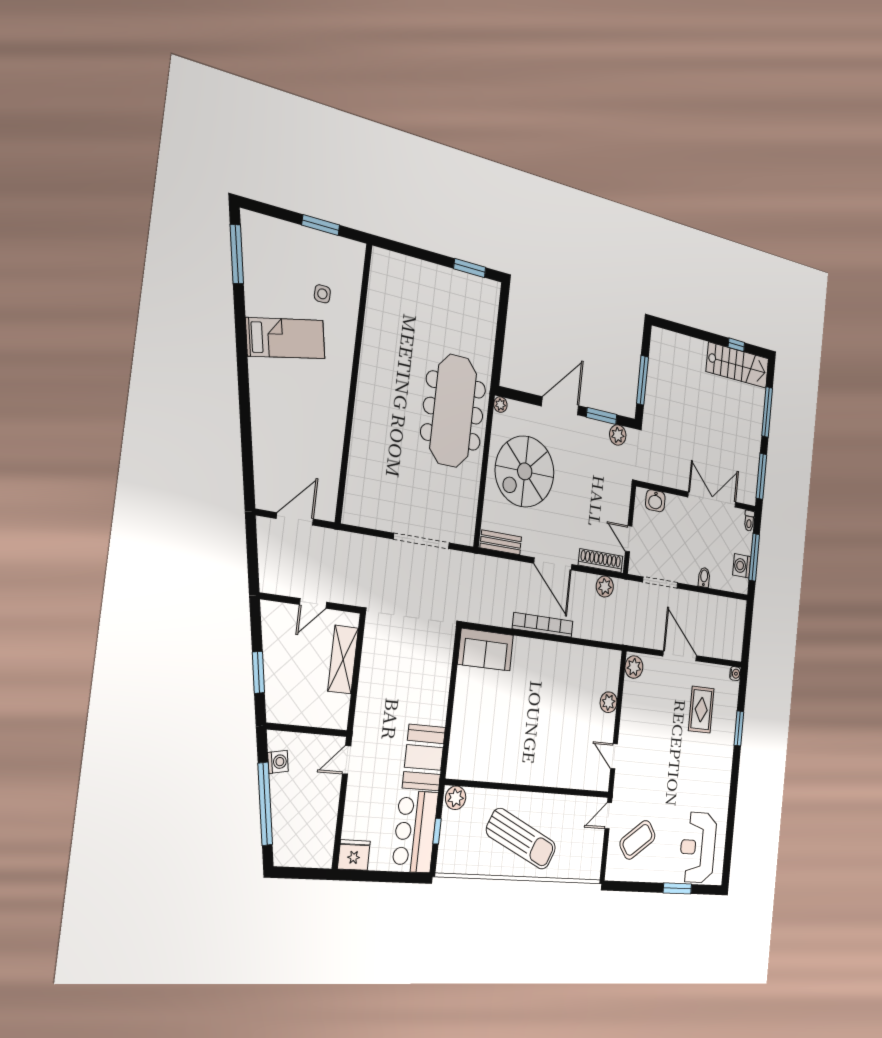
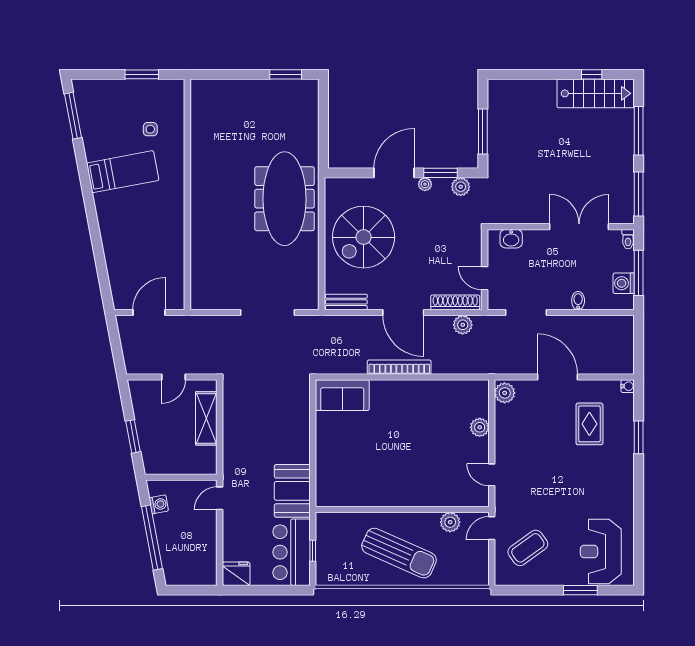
plant: (500, 405) -> (425, 184), moved
plant: (456, 798) -> (450, 522), moved

